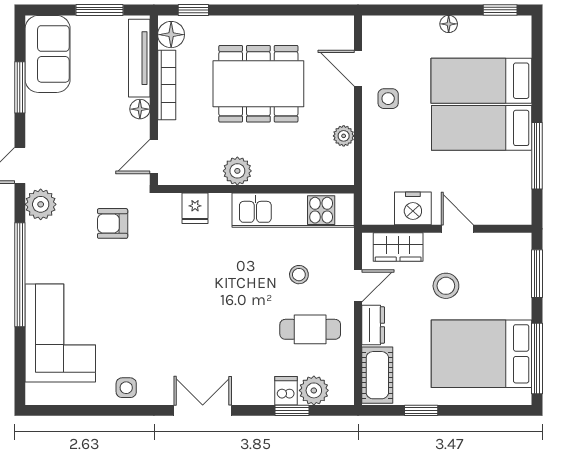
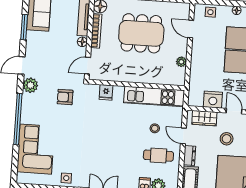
side table: (388, 99) -> (210, 12), moved
plant: (237, 171) -> (128, 75), removed
door: (358, 286) -> (183, 136), swing flipped

